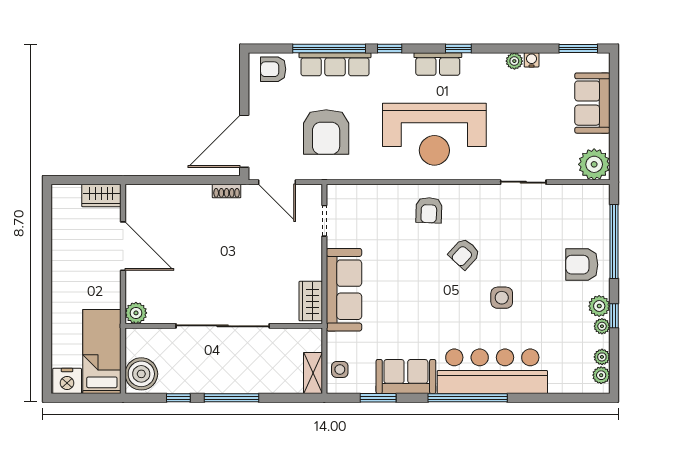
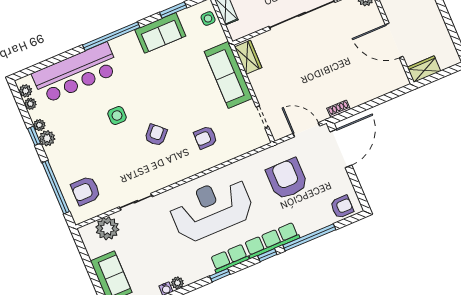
row of seats: (335, 64) -> (272, 240), moved
plant: (594, 164) -> (107, 228), moved
armchair: (429, 210) -> (205, 137), moved, turned -92
armchair: (582, 265) -> (86, 191), moved, turned 180
bar counter: (492, 371) -> (76, 73), moved

